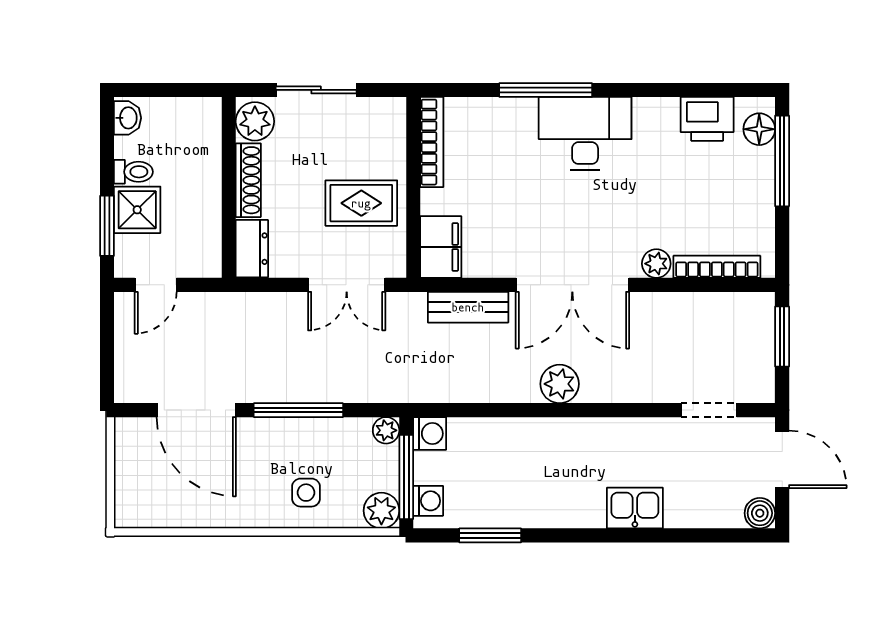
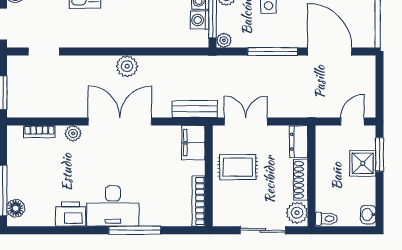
printer: (707, 119) -> (71, 214), moved
toilet: (133, 172) -> (326, 219), moved, turned 180
bookcase: (717, 267) -> (39, 132), width x0.64
bench: (468, 307) -> (195, 109), moved
washing machine: (430, 434) -> (200, 20), moved

